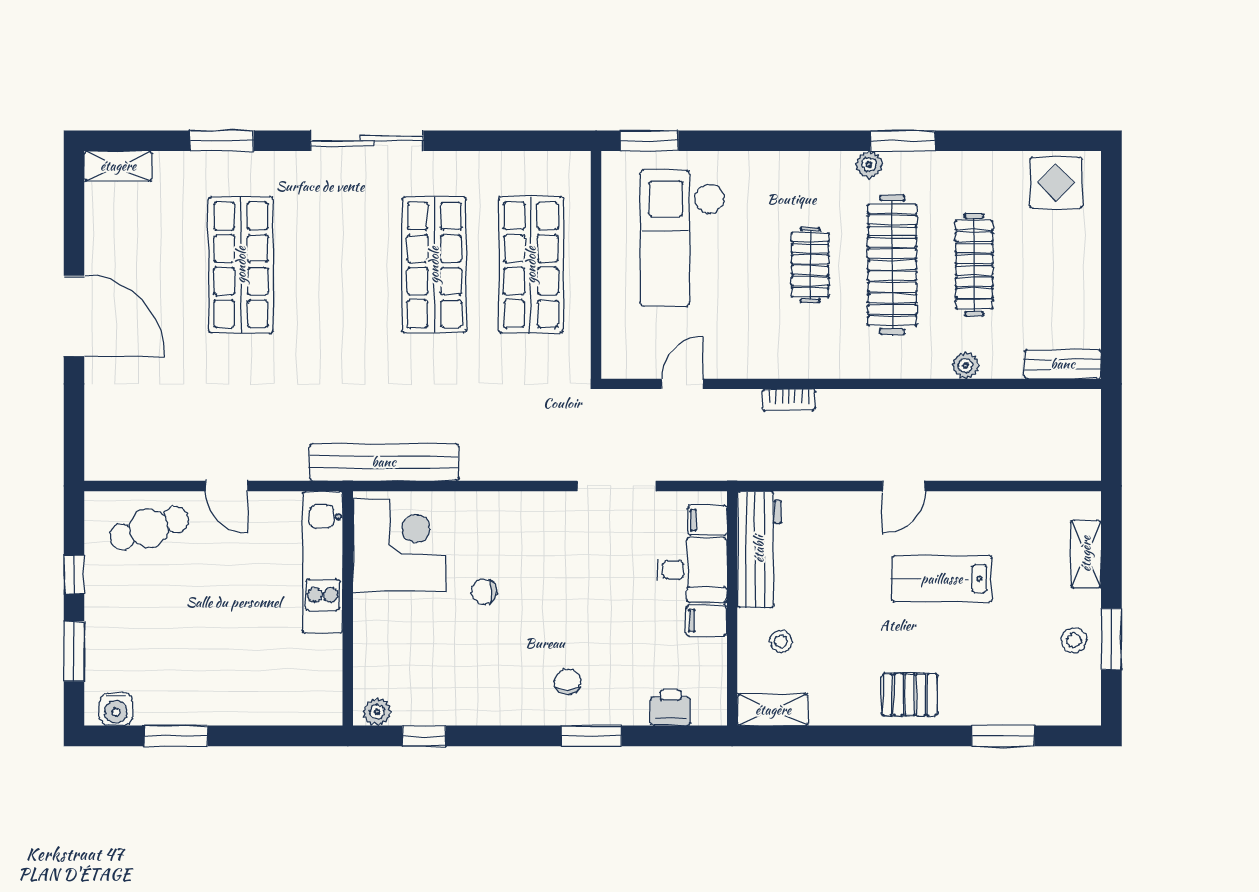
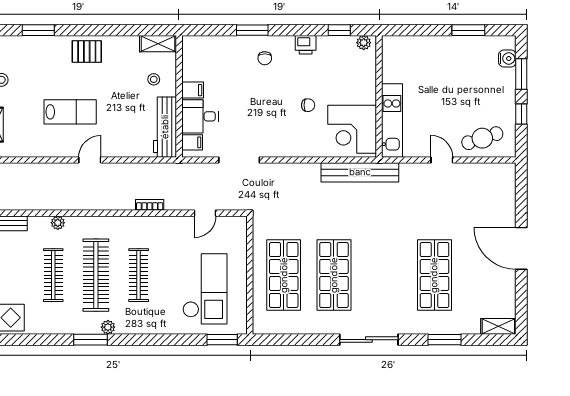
clothes rail: (810, 265) -> (139, 275), width x1.36
printer: (670, 708) -> (306, 45), moved
water cooler: (116, 709) -> (507, 59), moved, turned 90

